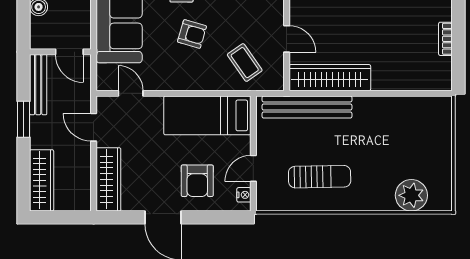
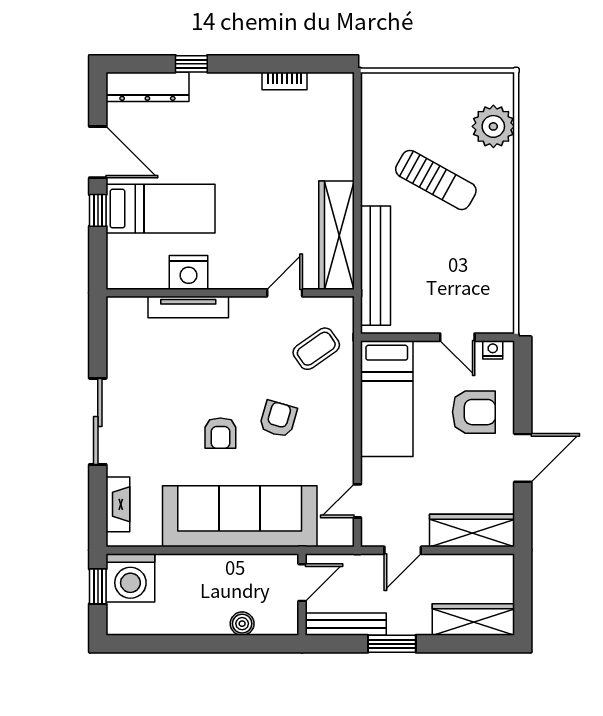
sun lounger: (320, 177) -> (436, 180), moved, turned 120

